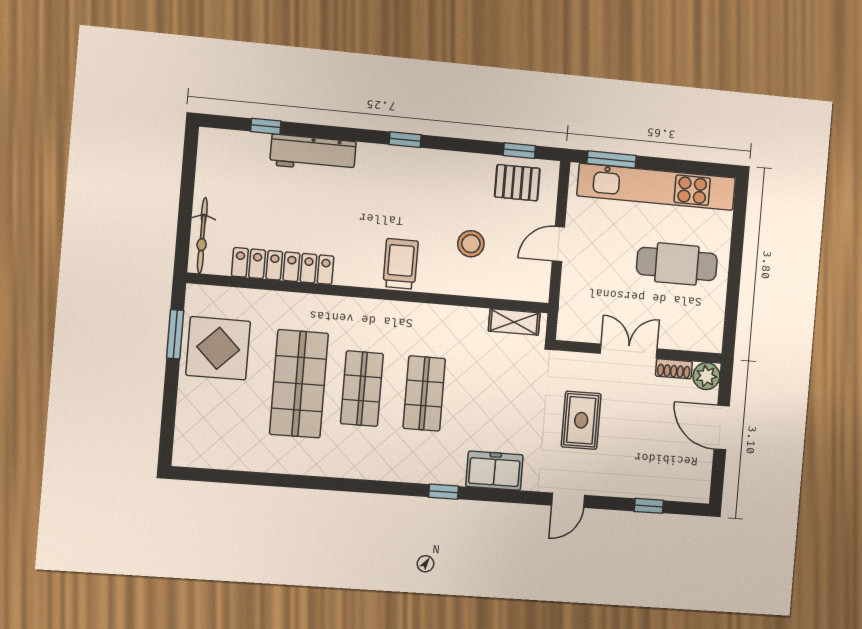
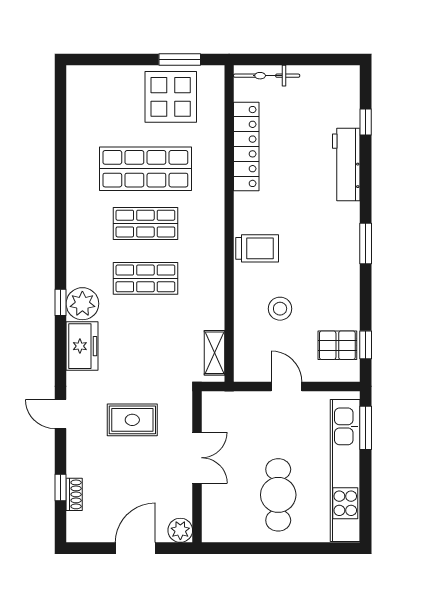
window: (405, 140) -> (366, 243), width x1.50
pallet: (517, 183) -> (337, 345), turned 90
shoe rack: (674, 369) -> (74, 494), moved, turned 180
plant: (447, 467) -> (82, 304), added

